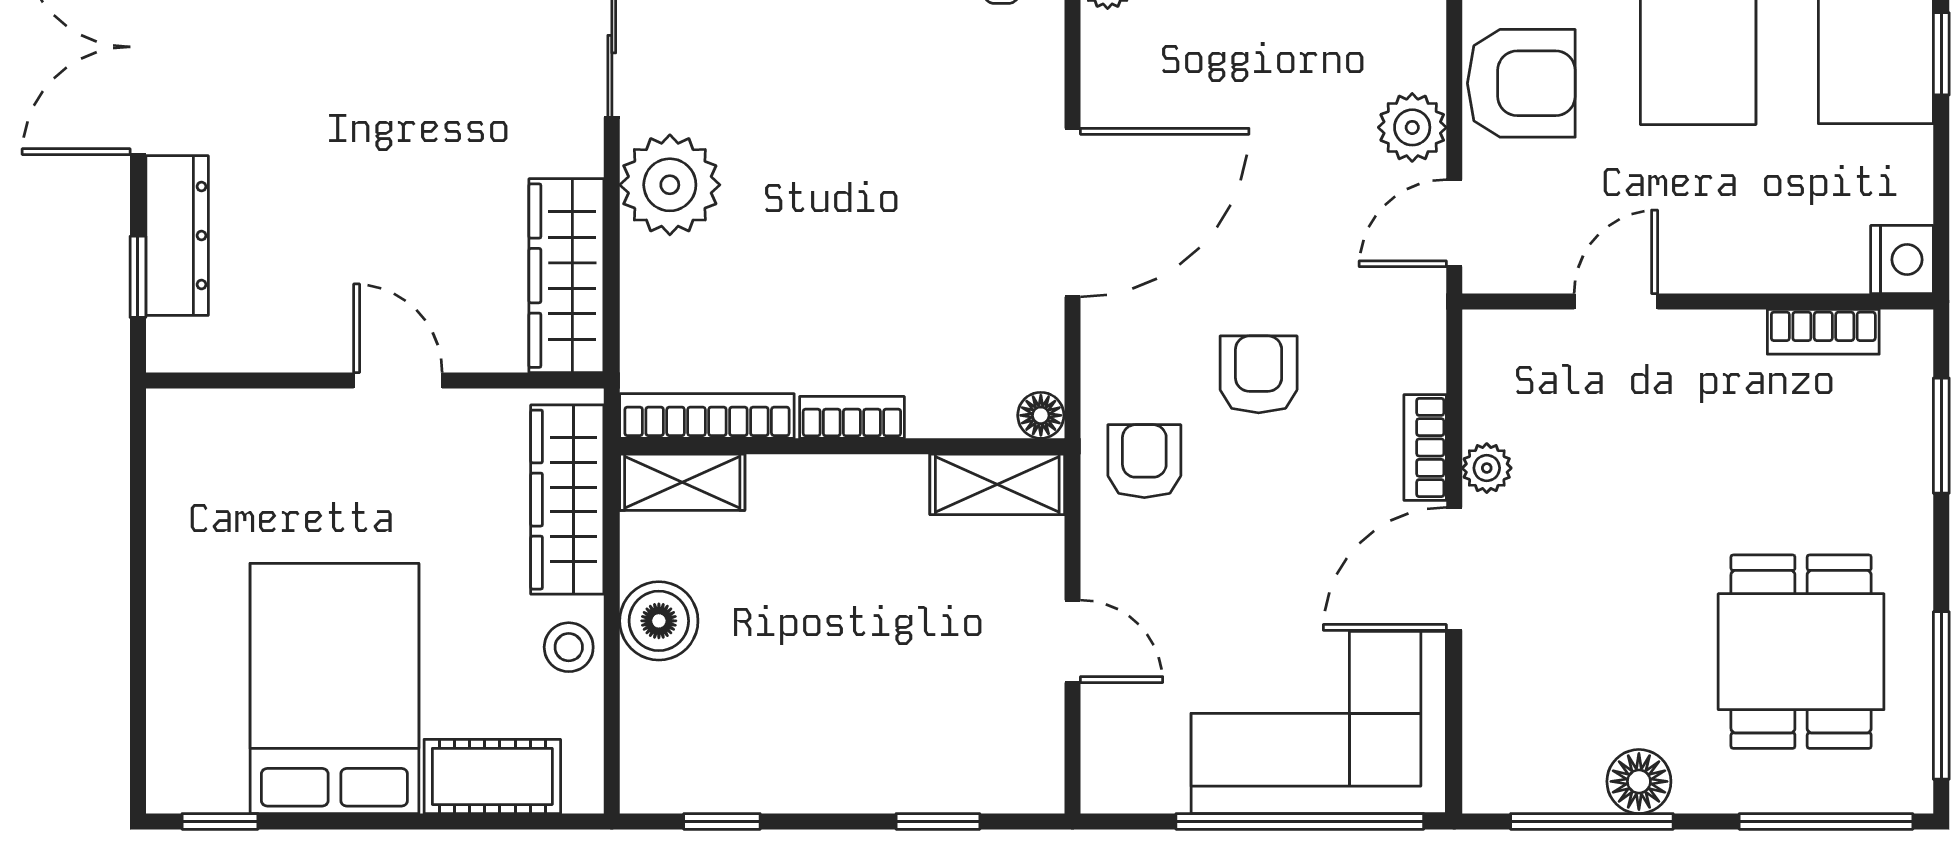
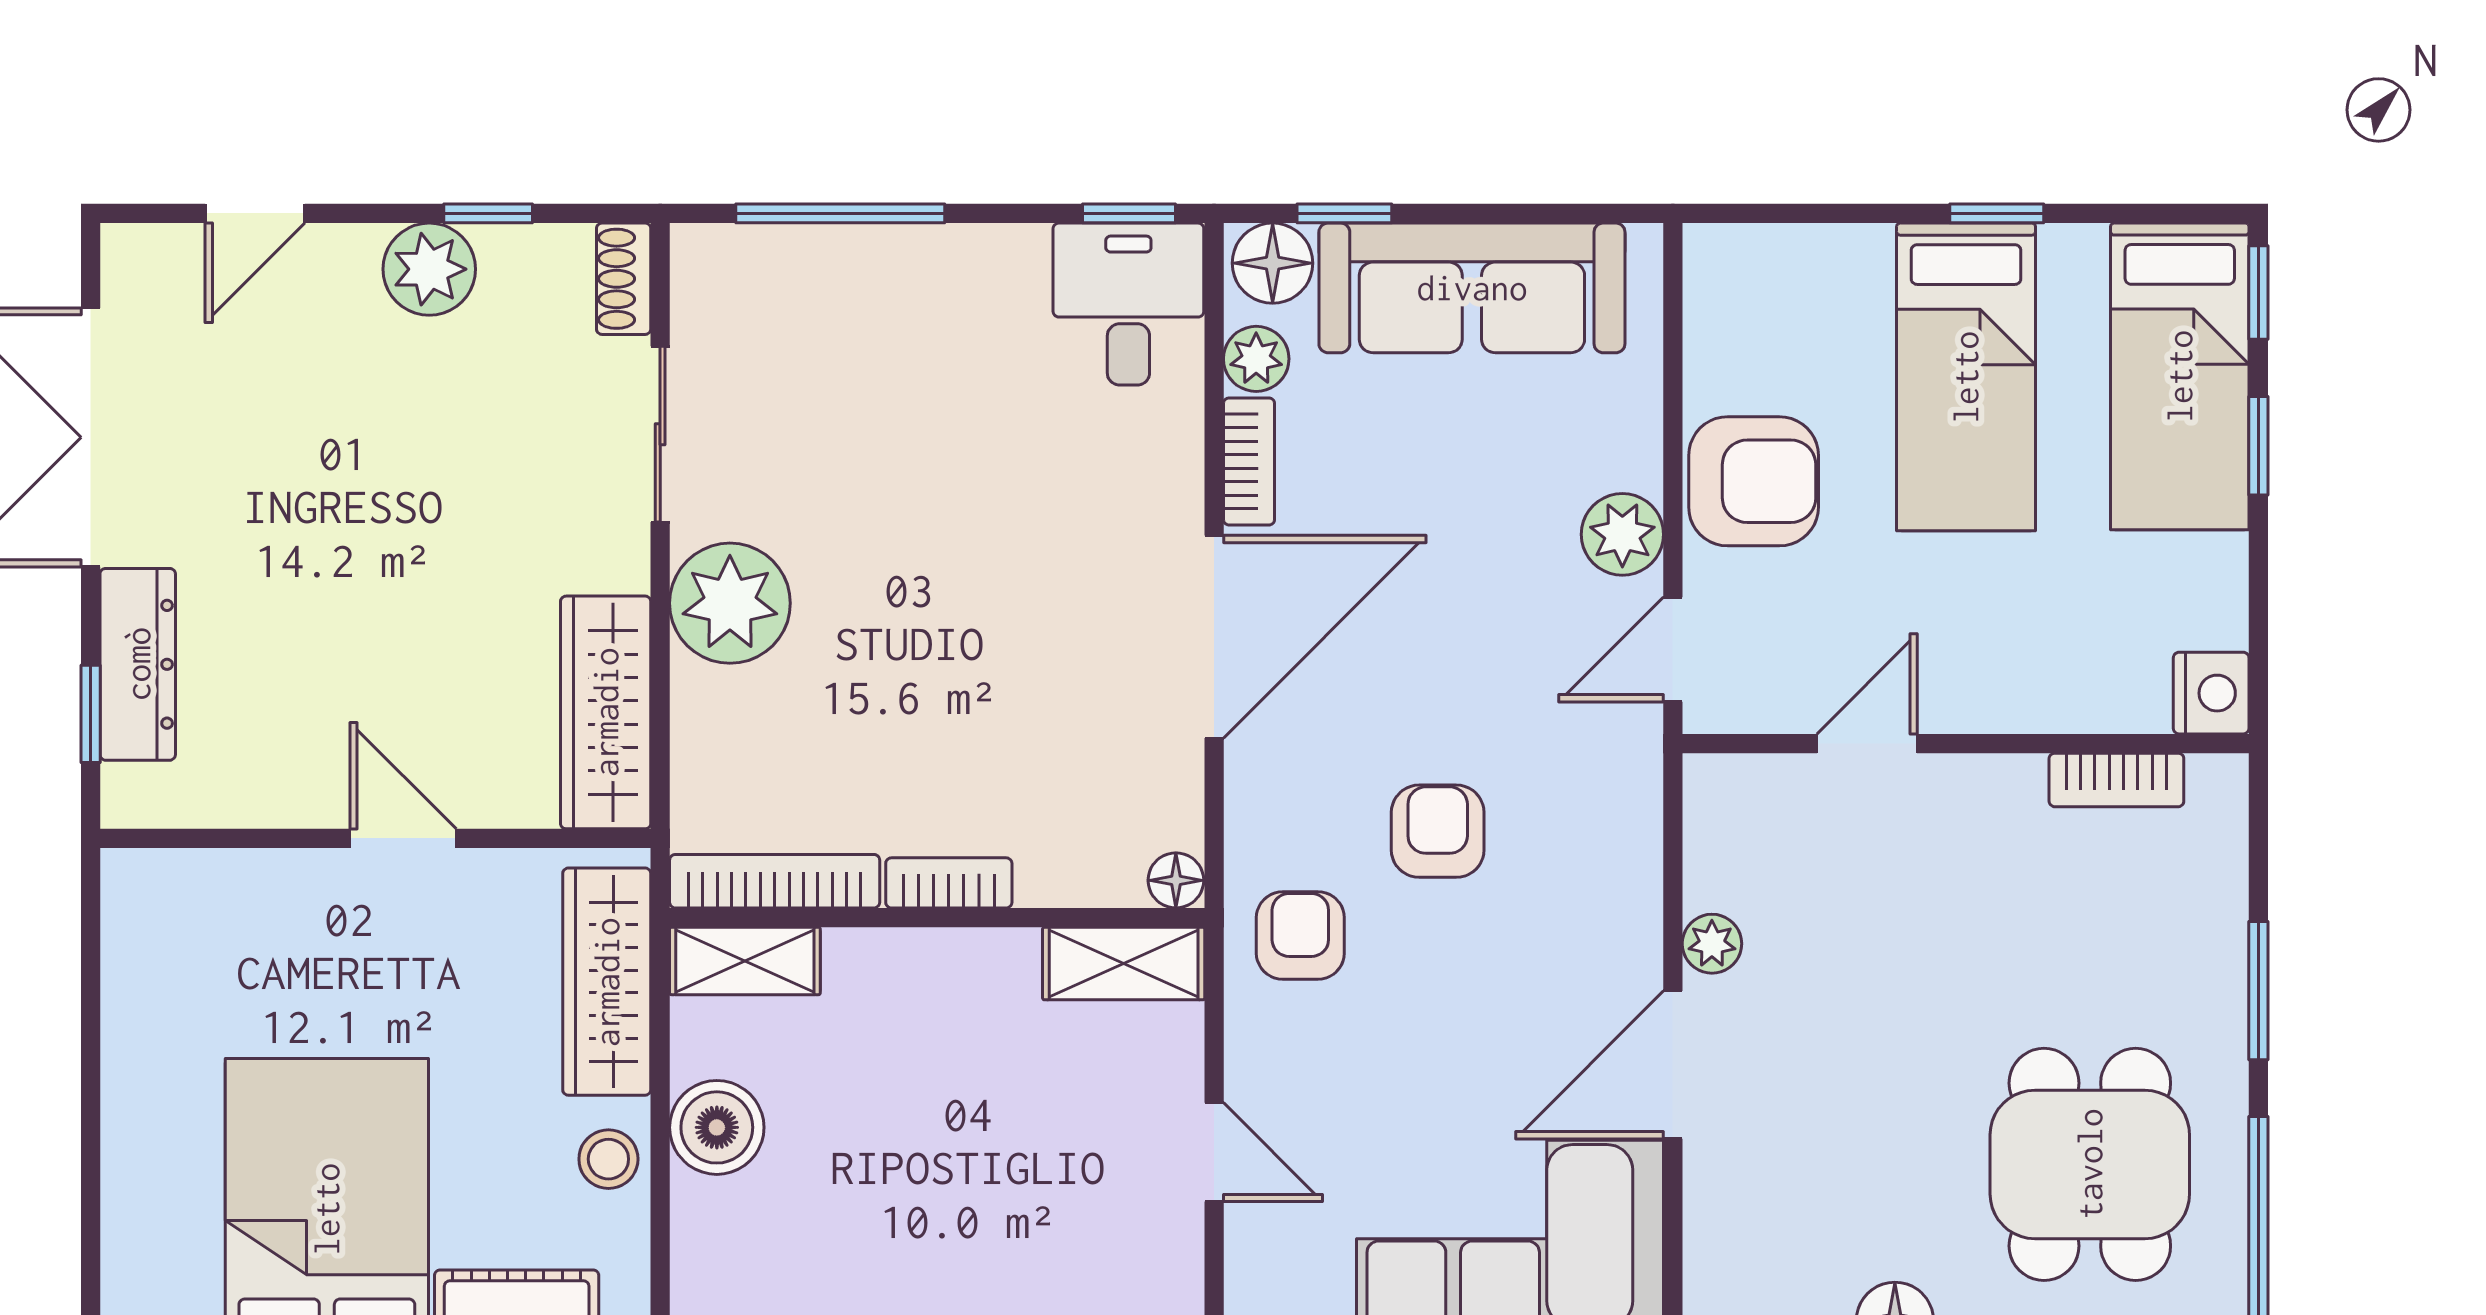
window: (1941, 436) -> (2258, 991), moved
bookcase: (1425, 447) -> (1249, 461), moved, turned 180

